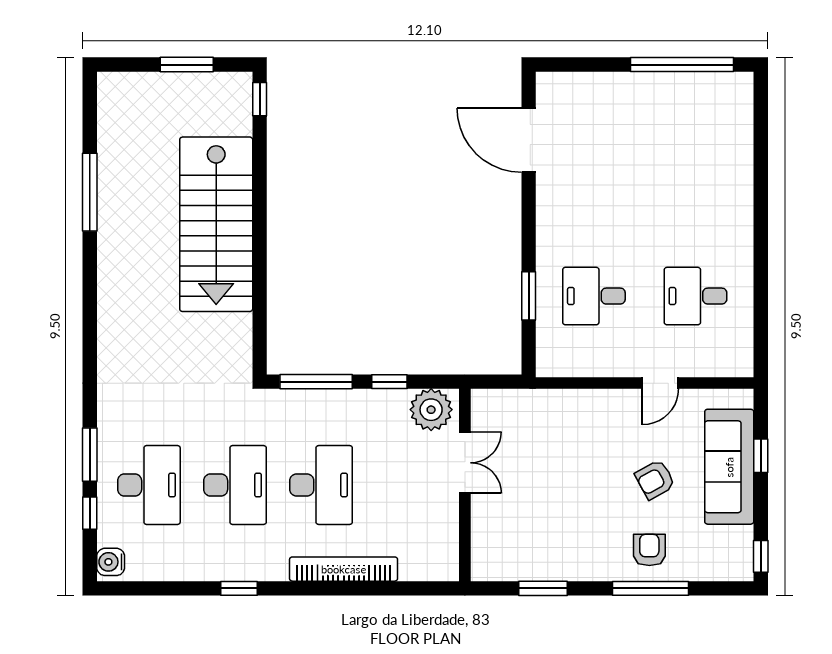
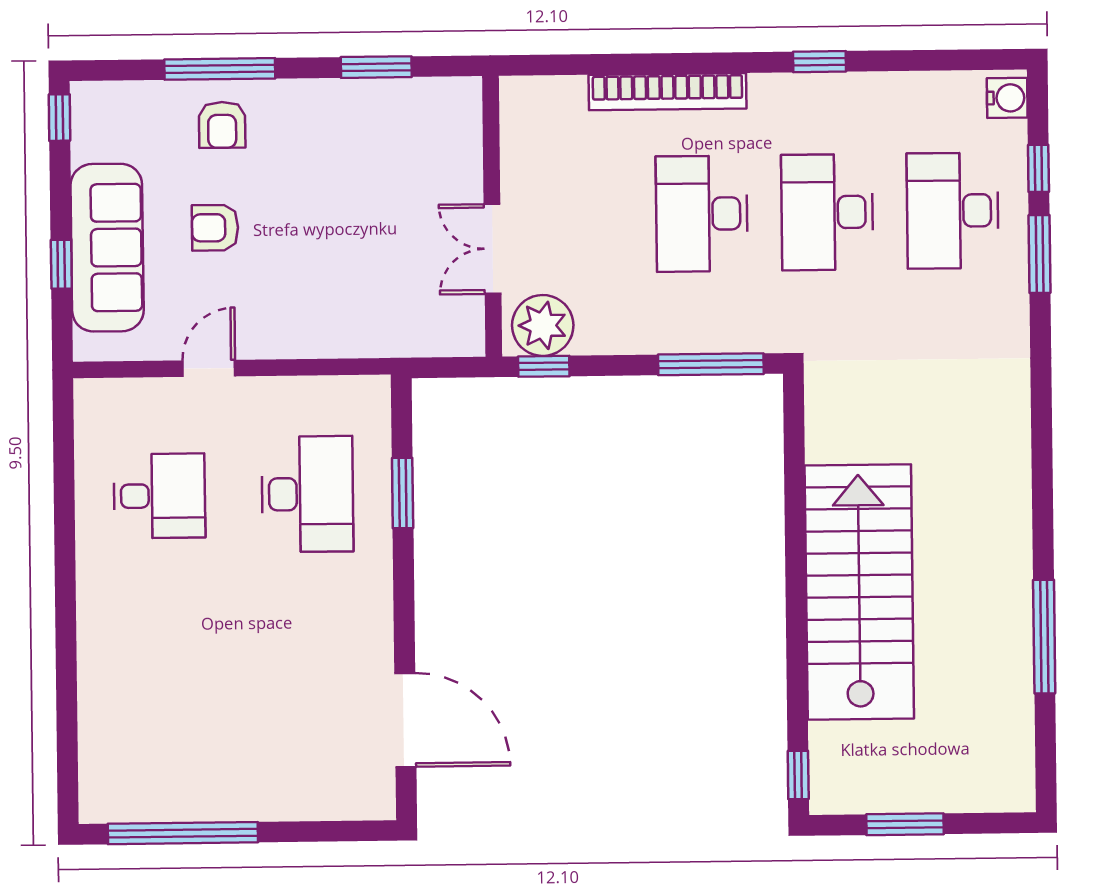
desk: (594, 296) -> (307, 494), width x1.37
window: (389, 382) -> (544, 366), moved
armchair: (655, 479) -> (215, 228), turned -151

